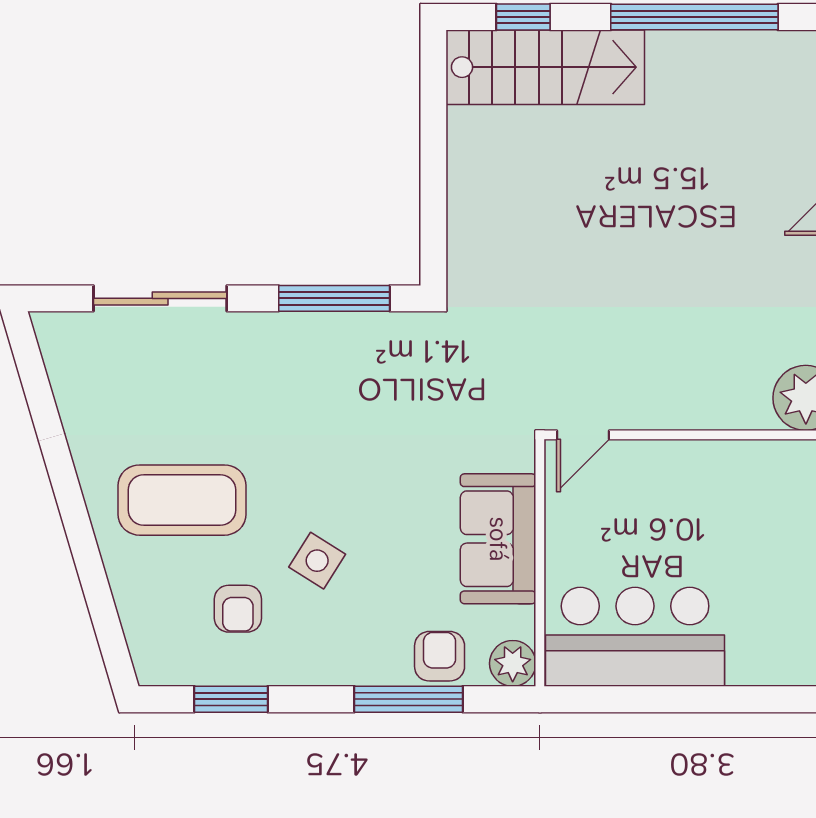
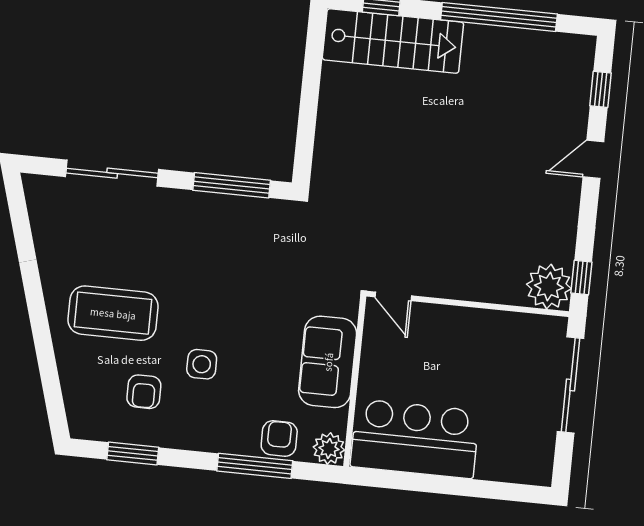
door: (583, 435) -> (393, 296), hinge flipped
side table: (317, 561) -> (202, 364), turned -32

